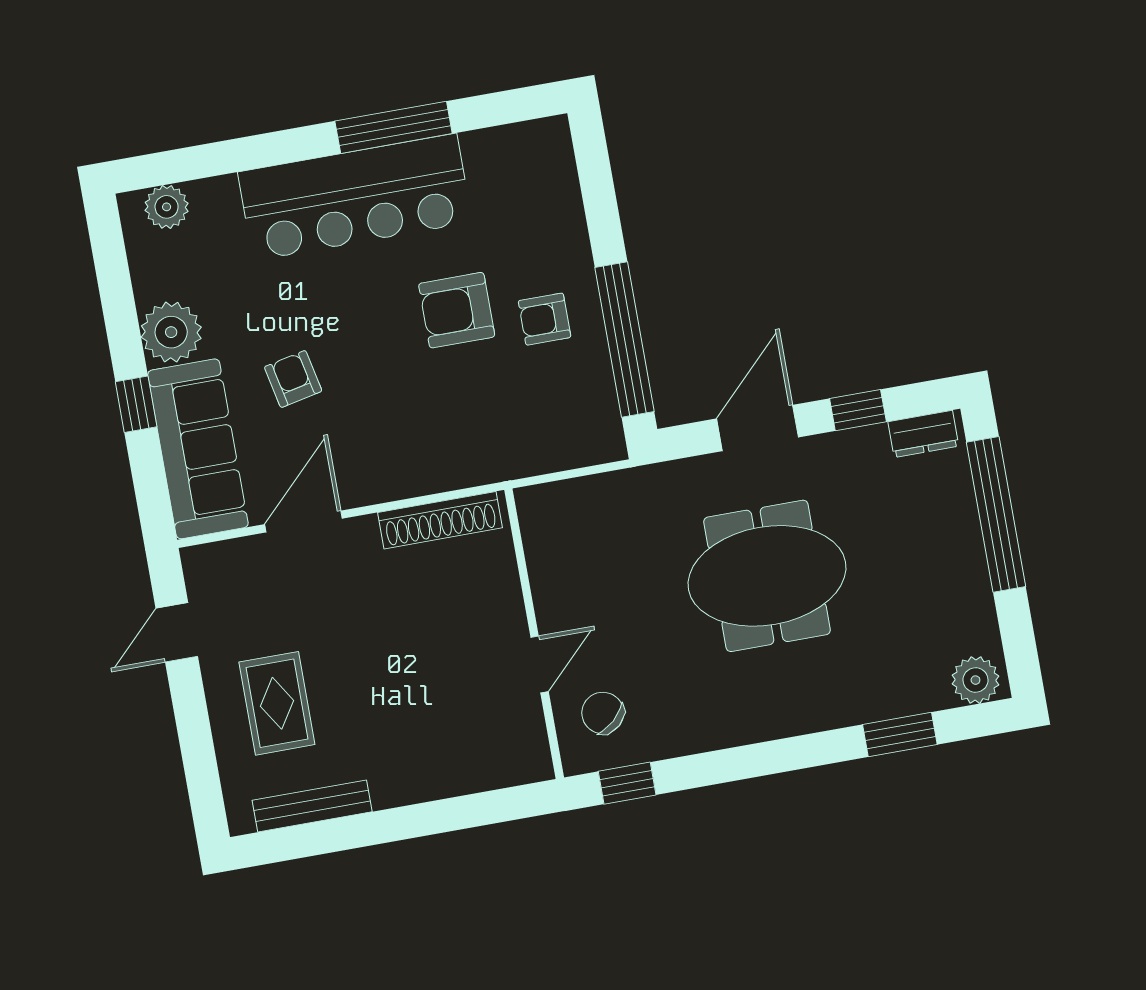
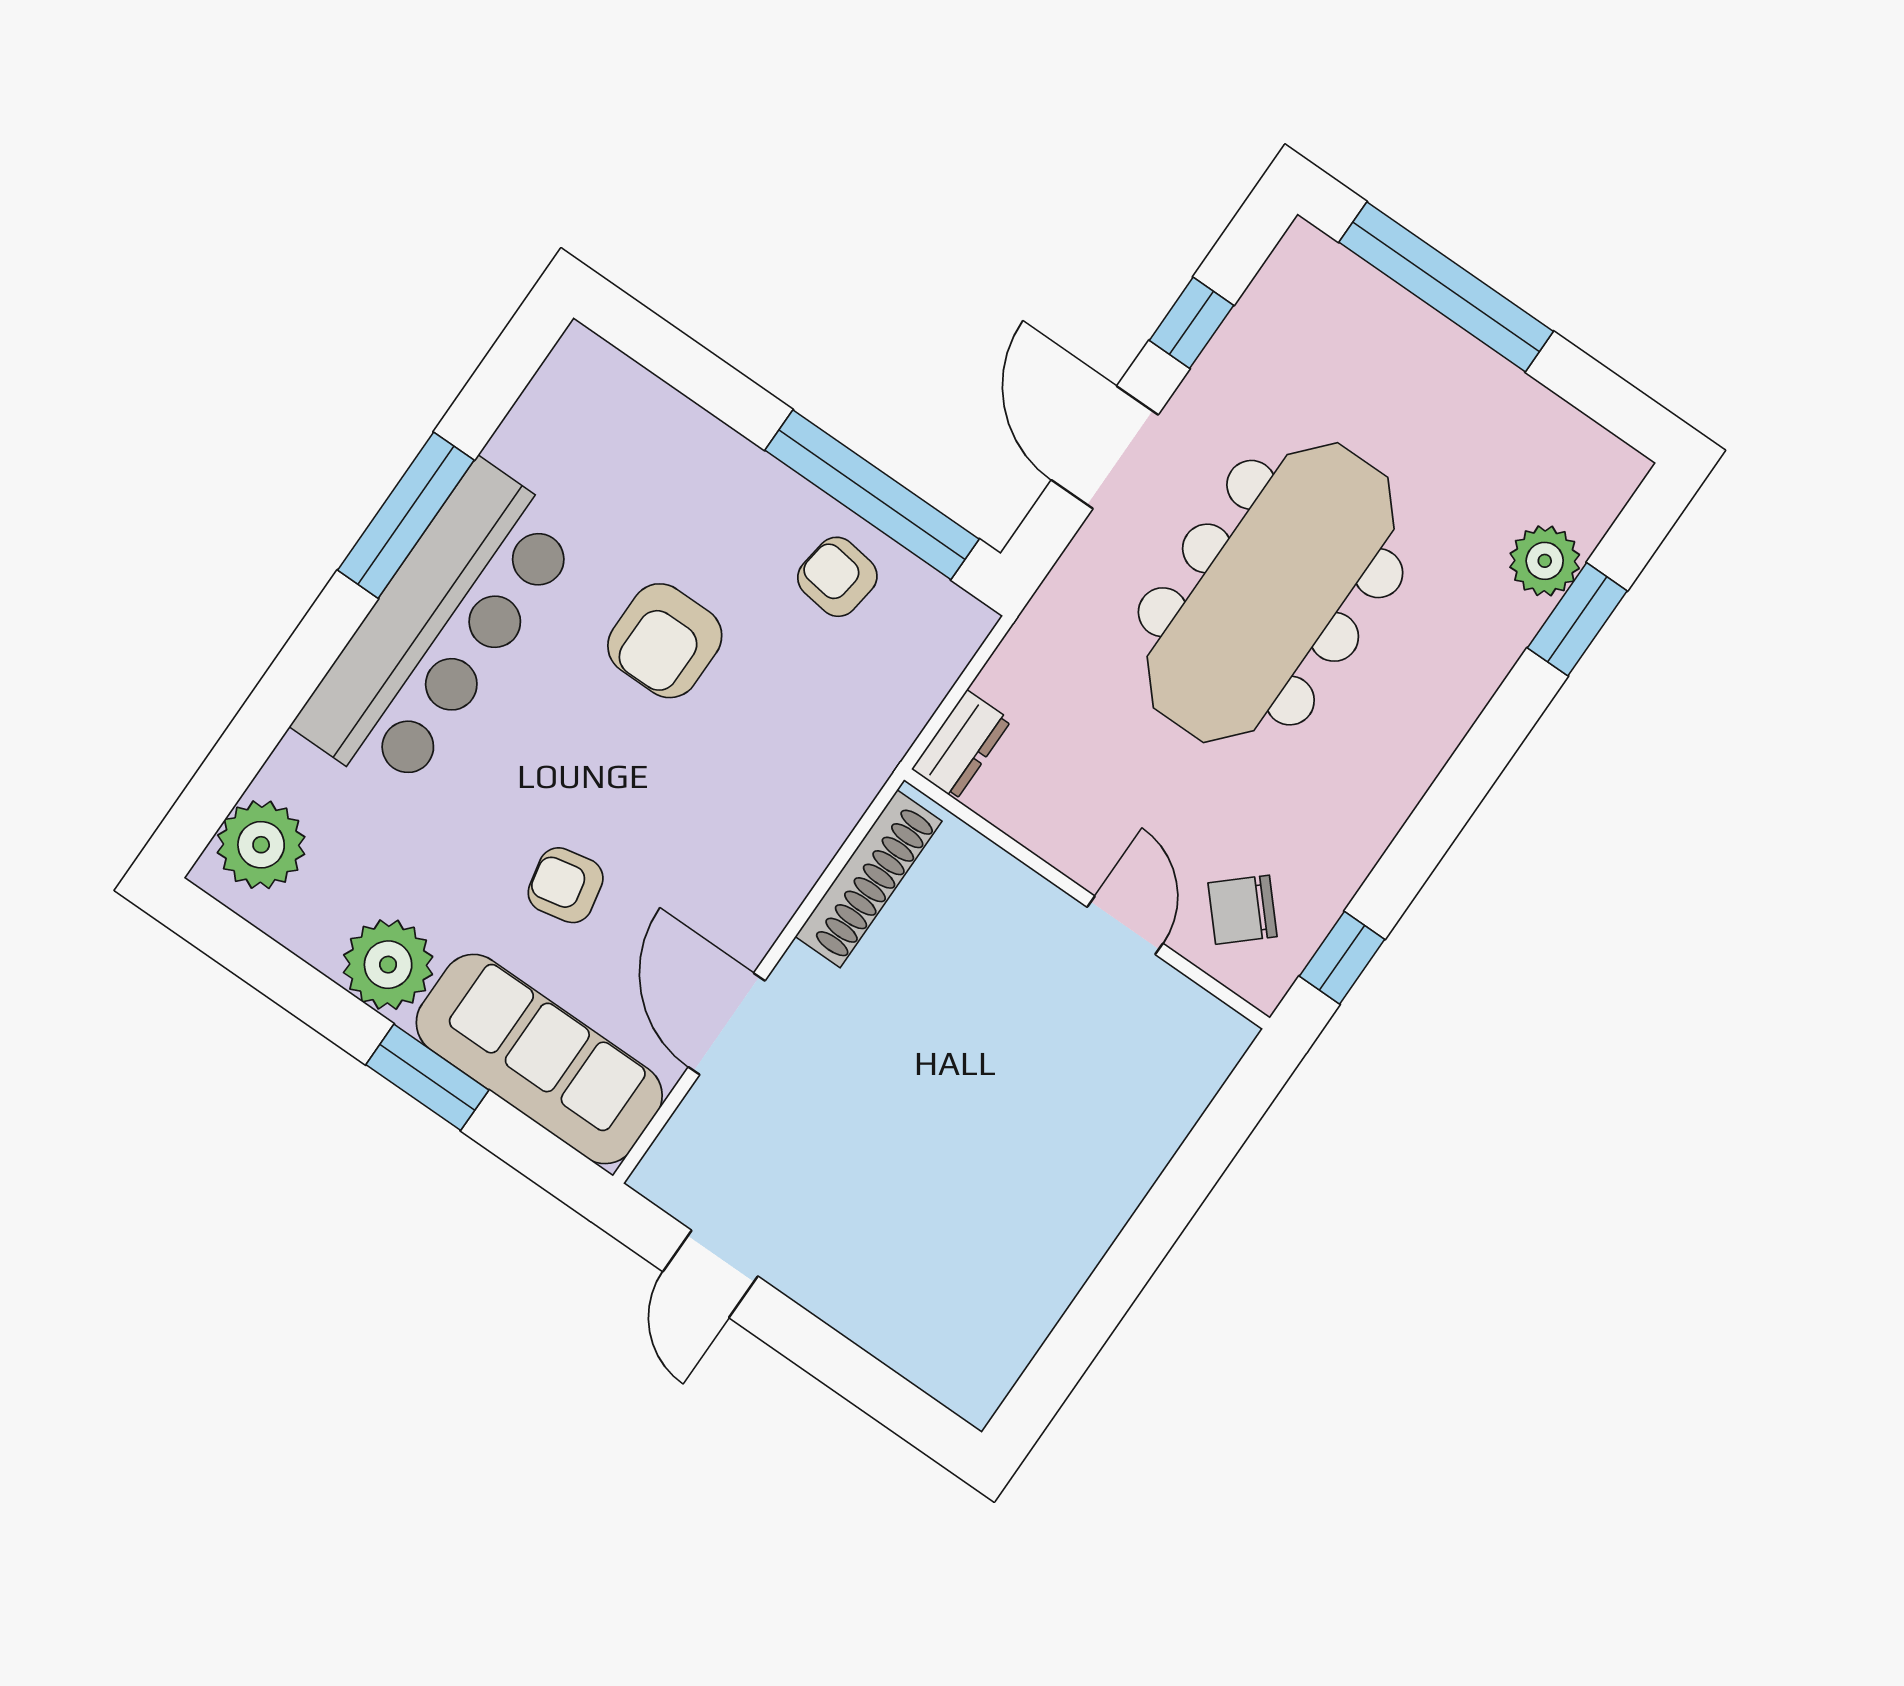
plant: (167, 207) -> (261, 845), width x1.36, depth x1.36
armchair: (545, 319) -> (837, 577), moved, turned 98
window: (136, 404) -> (427, 1077), width x1.50
dresser: (923, 434) -> (961, 745), moved
meeting table: (767, 576) -> (1271, 593), width x1.36
plant: (975, 680) -> (1545, 561), moved
rug: (277, 703) -> (890, 1243), removed
bench: (312, 806) -> (1035, 1314), removed

